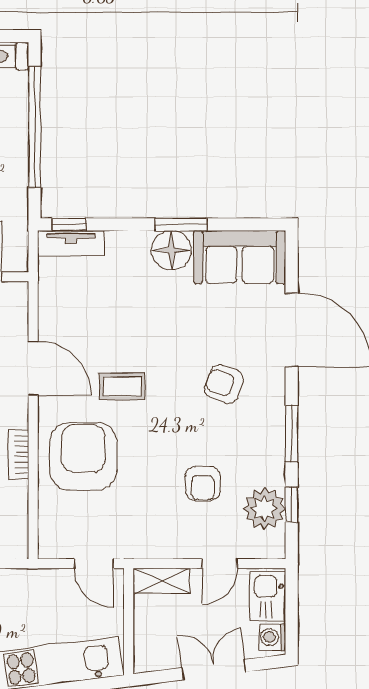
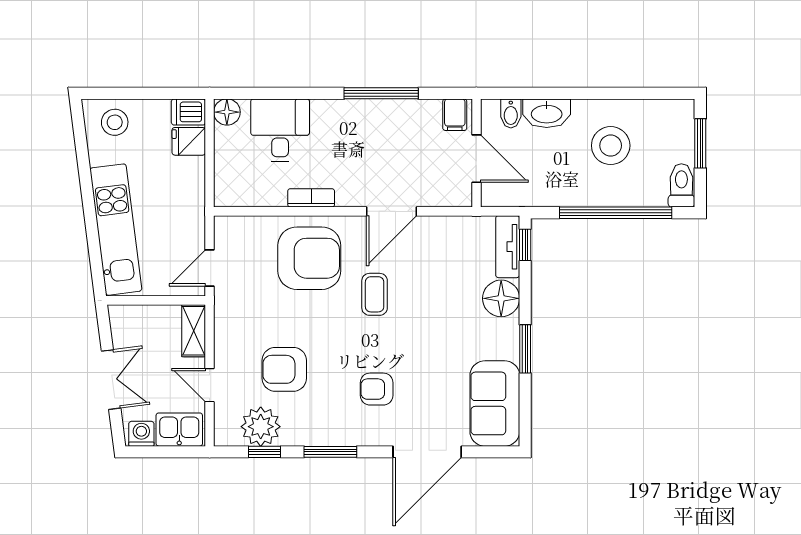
floor lamp: (171, 250) -> (501, 298), moved
armchair: (224, 384) -> (377, 389), turned -111
armchair: (203, 483) -> (284, 369), width x1.38, depth x1.38

